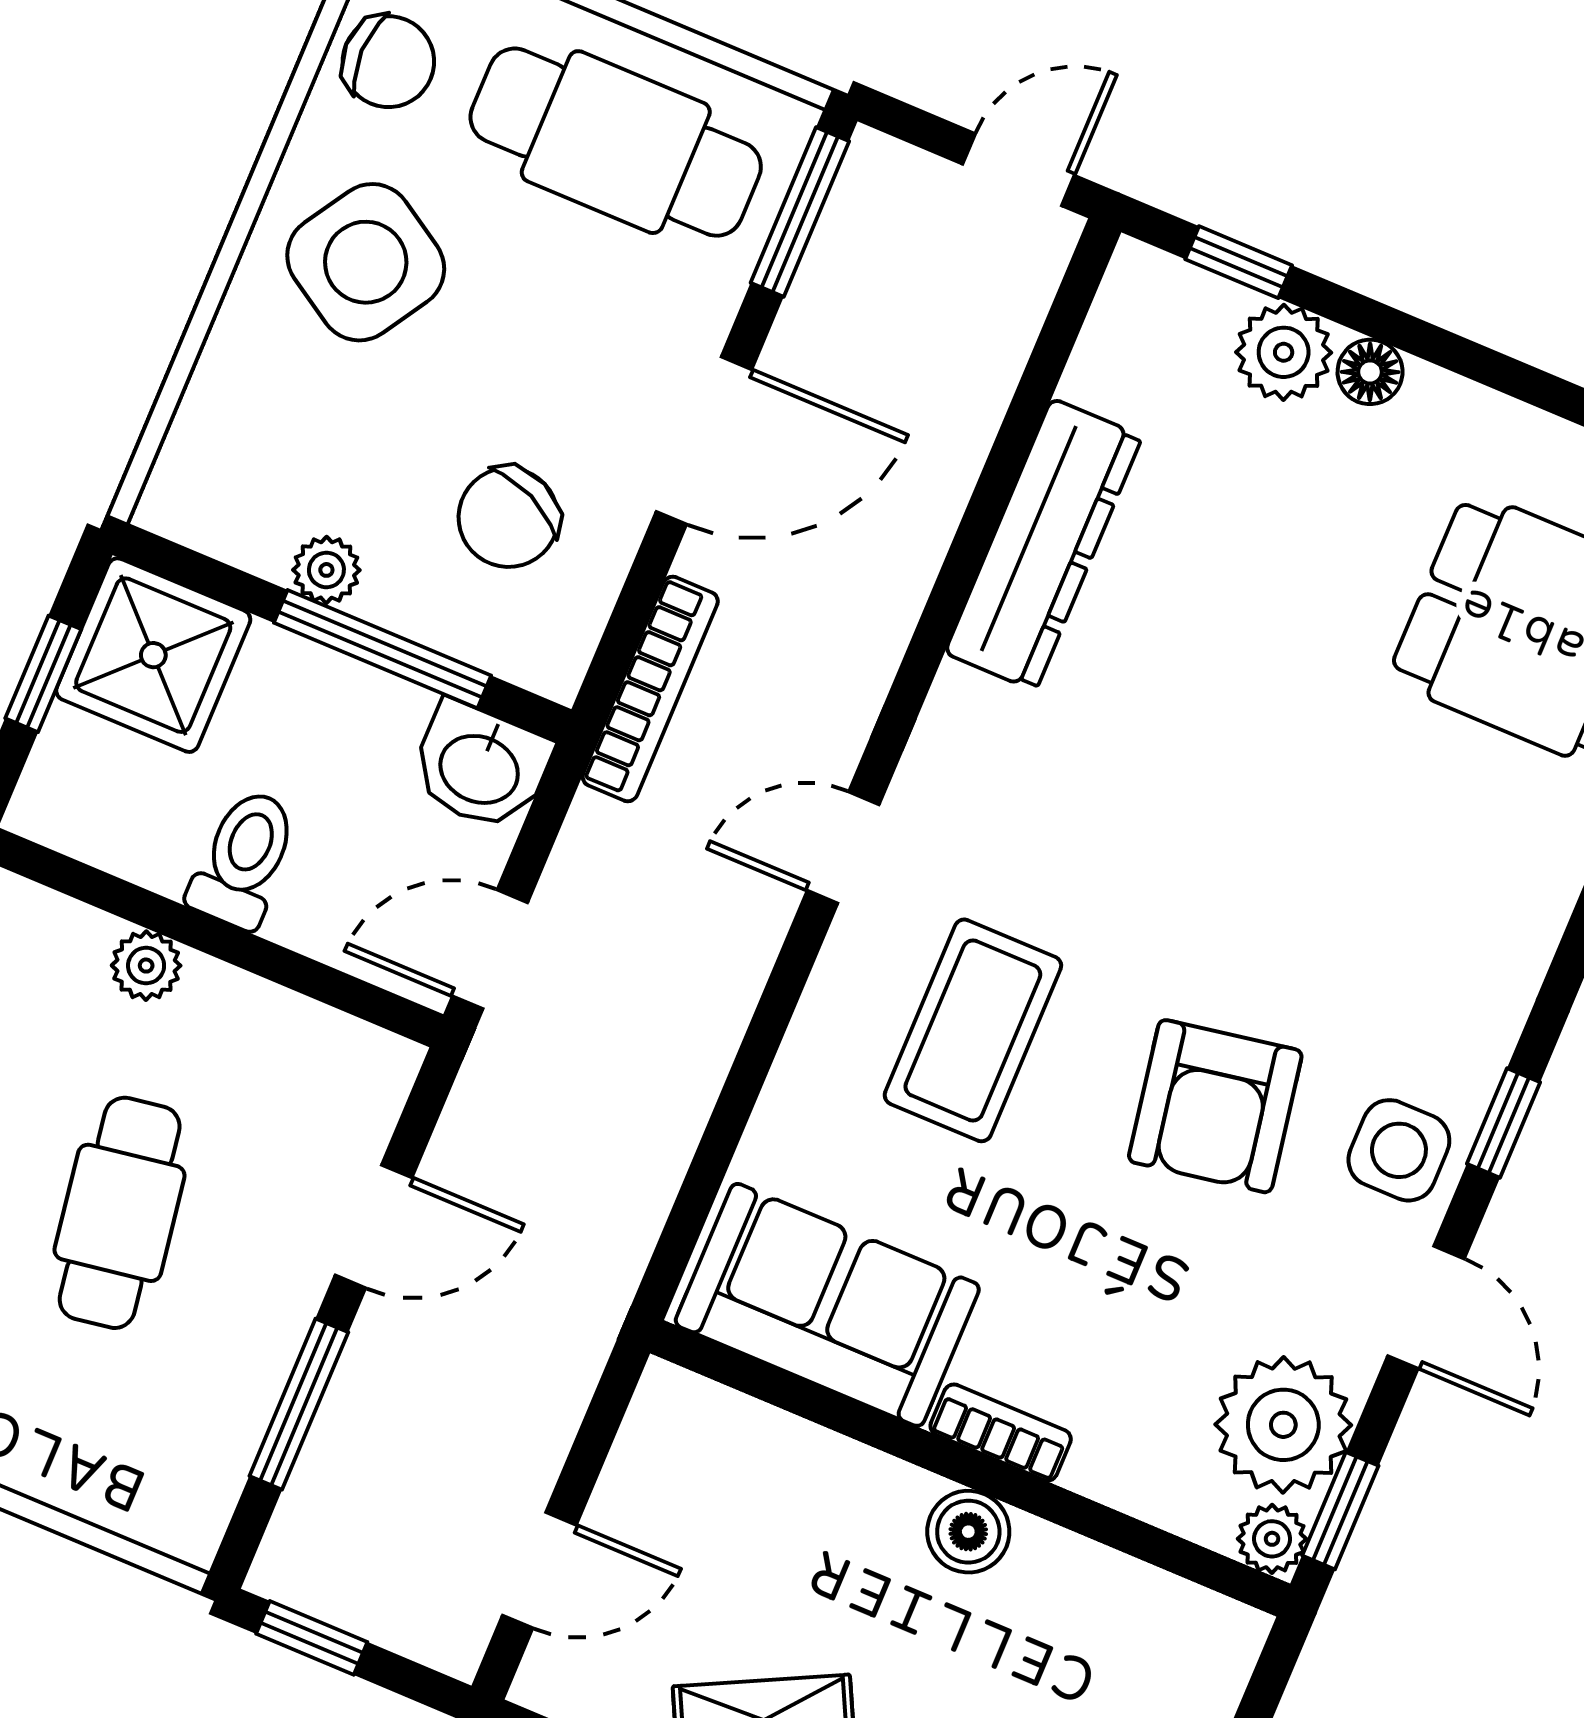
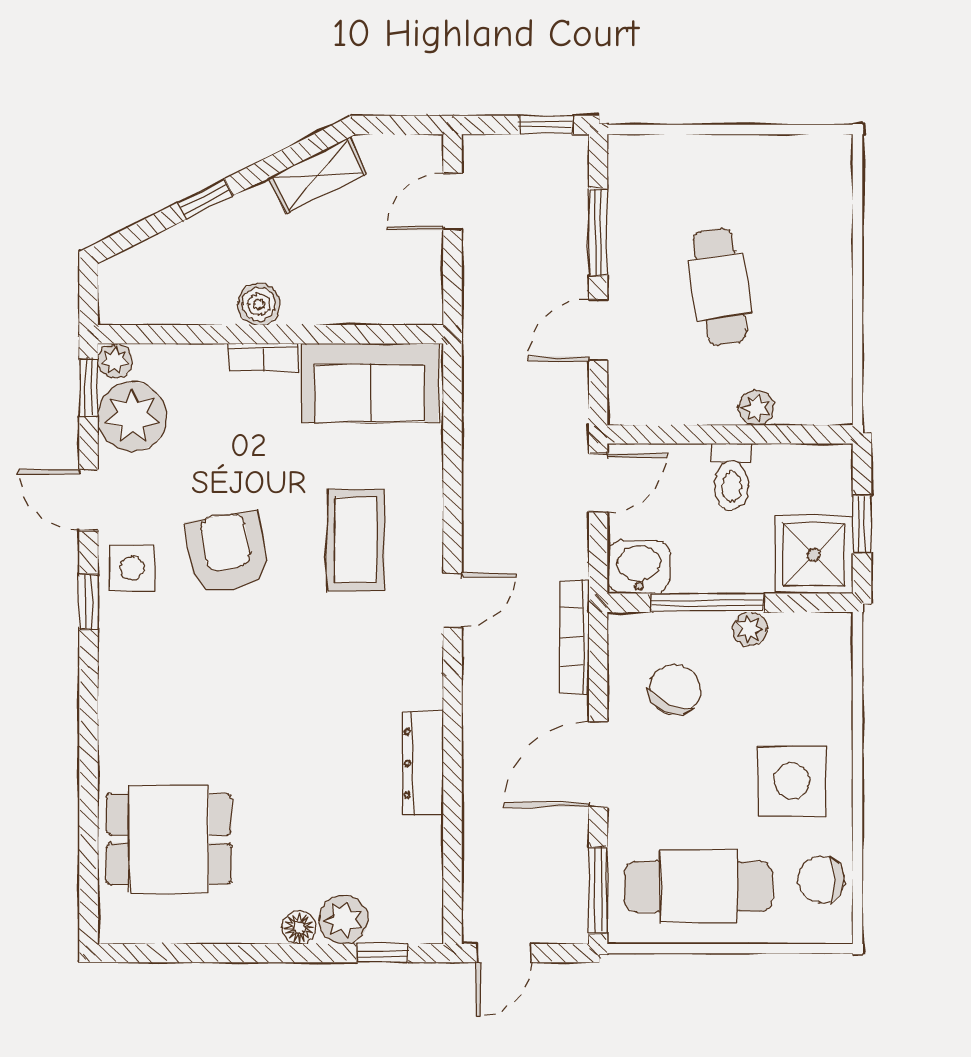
side table: (366, 262) -> (792, 781), turned -32
dresser: (1044, 545) -> (423, 763), width x0.73, depth x0.80

